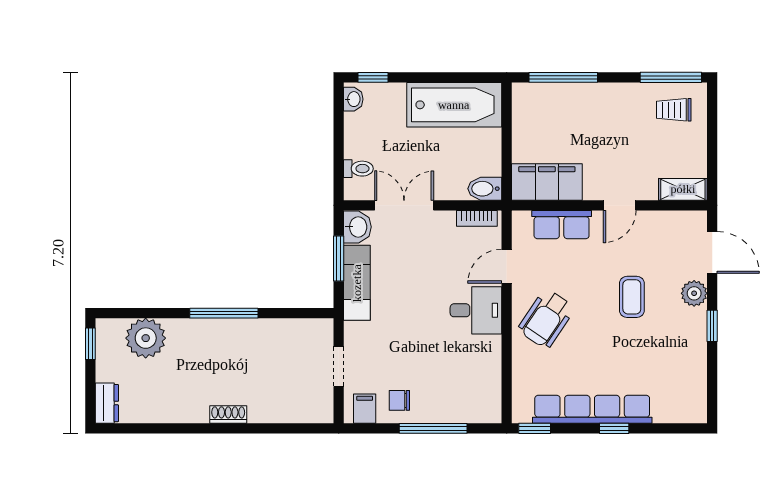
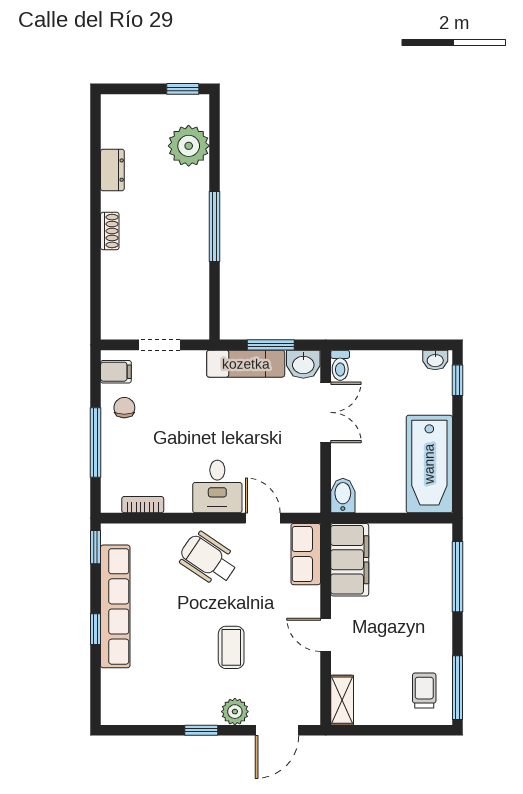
toilet: (358, 169) -> (340, 365), moved
bookcase: (477, 218) -> (143, 505), moved, turned 90
row of seats: (562, 225) -> (306, 554), moved
coffee table: (632, 297) -> (231, 647), turned 90
dresser: (107, 403) -> (112, 170), moved, turned -90

